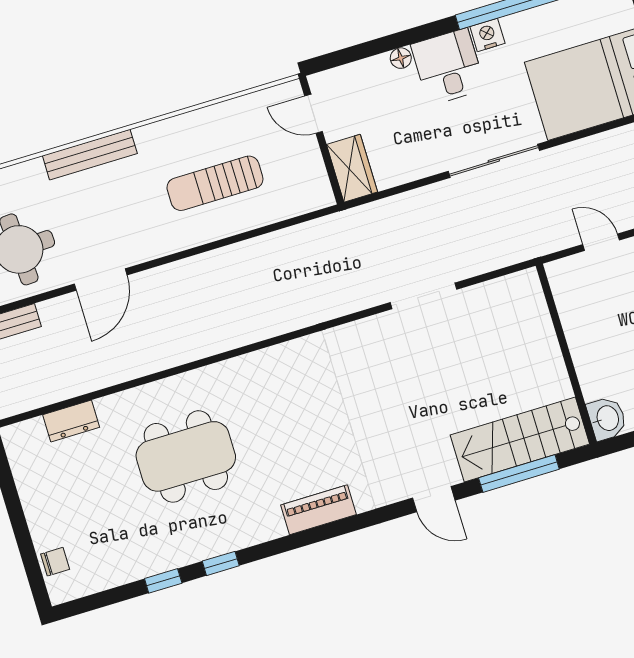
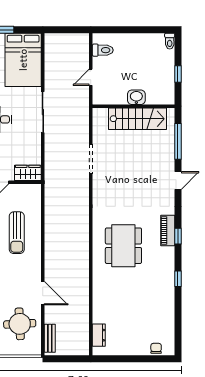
washbasin: (607, 418) -> (136, 97), moved
dresser: (71, 421) -> (99, 335), moved
stairs: (520, 440) -> (138, 119), moved, turned -90
dining table: (186, 456) -> (123, 246), moved
window: (163, 581) -> (178, 236), moved

